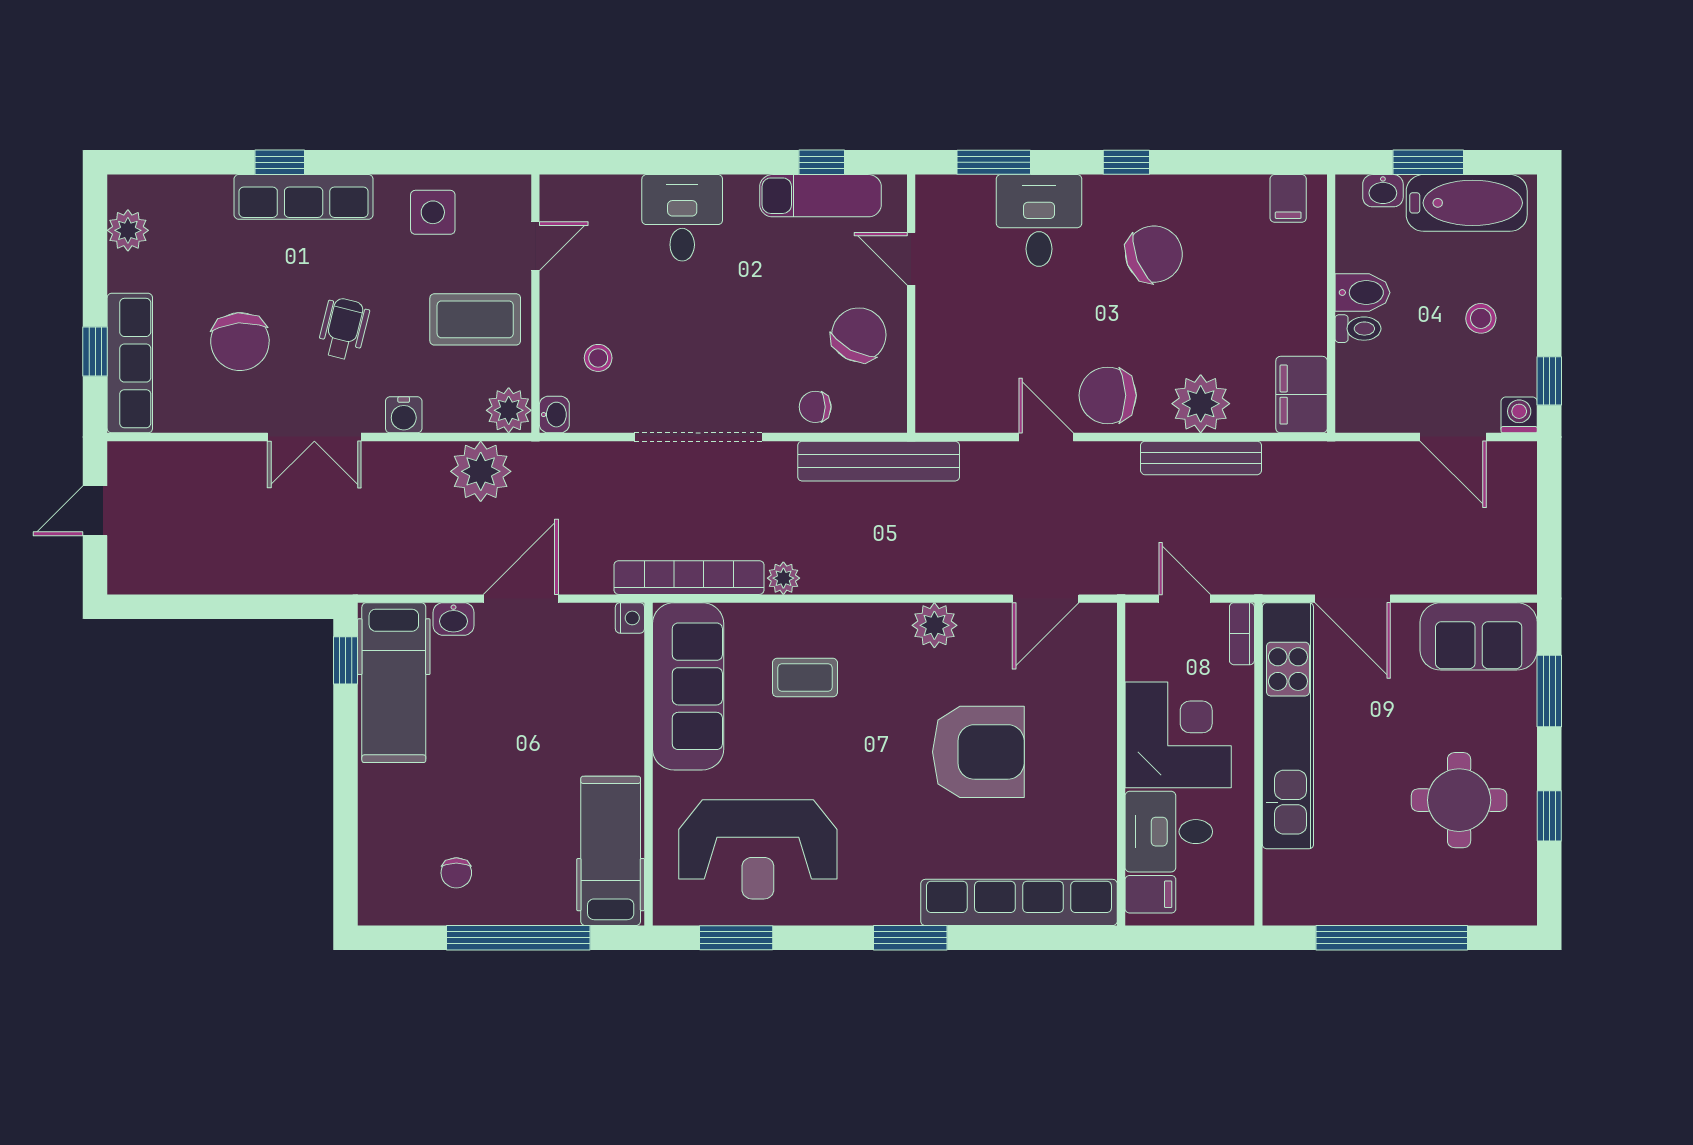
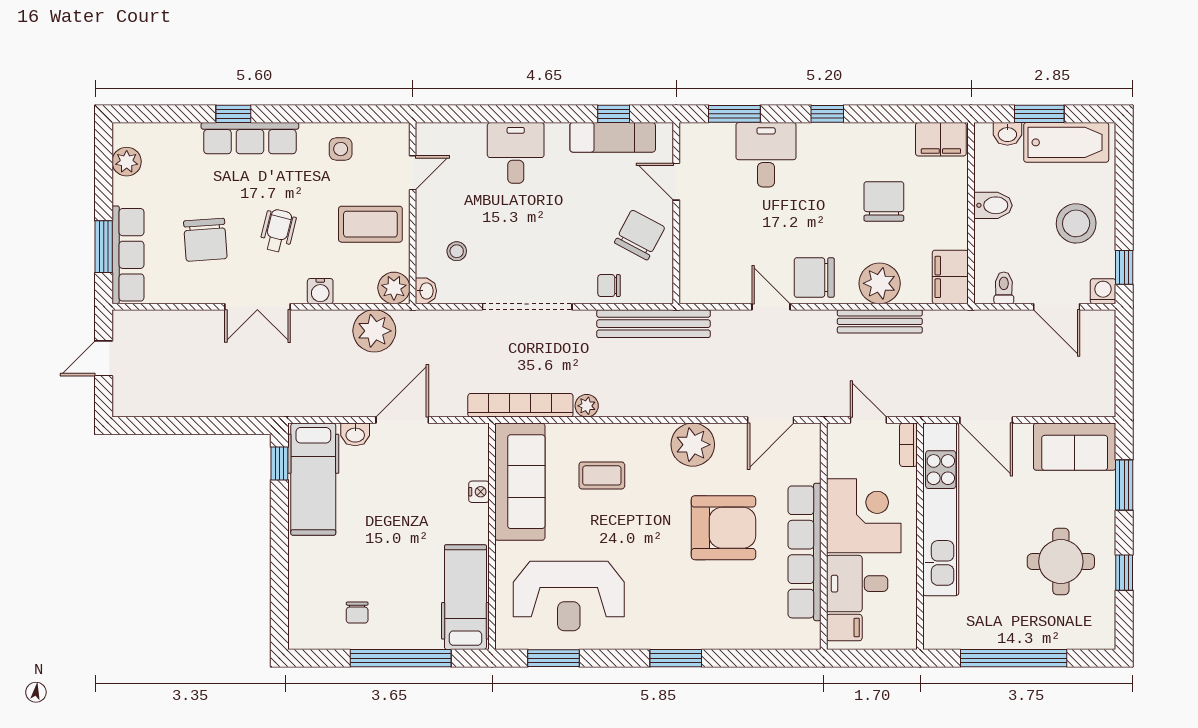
filing cabinet: (1288, 198) -> (941, 139), width x2.00
side table: (433, 212) -> (341, 149), width x0.73, depth x0.73
chair: (1154, 254) -> (884, 201), moved, turned -68
stool: (1481, 318) -> (1076, 223), width x1.89, depth x1.89
toilet: (1358, 329) -> (1004, 288), moved, turned -90
window: (95, 351) -> (104, 247), width x1.50
nightstand: (630, 618) -> (479, 492), moved
plant: (934, 625) -> (693, 445), width x1.36, depth x1.36
row of seats: (1019, 902) -> (805, 552), moved, turned -90

